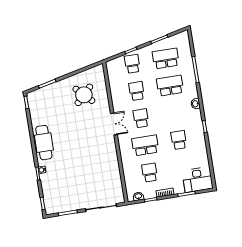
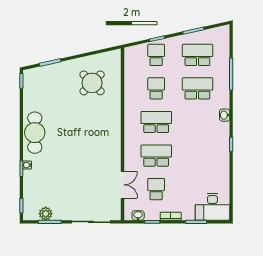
school desk: (141, 118) -> (156, 122), width x1.85
double door: (114, 124) -> (123, 185), moved
school desk: (179, 140) -> (197, 156), removed
plant: (63, 207) -> (46, 214), added

